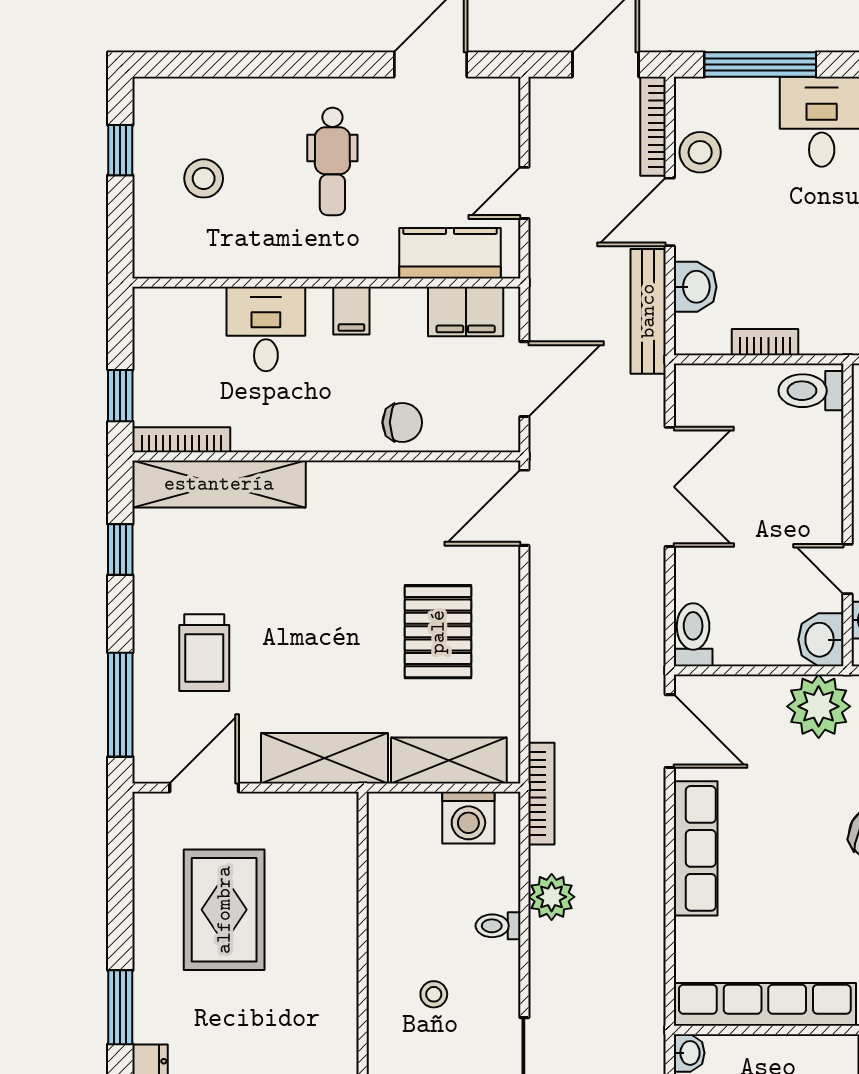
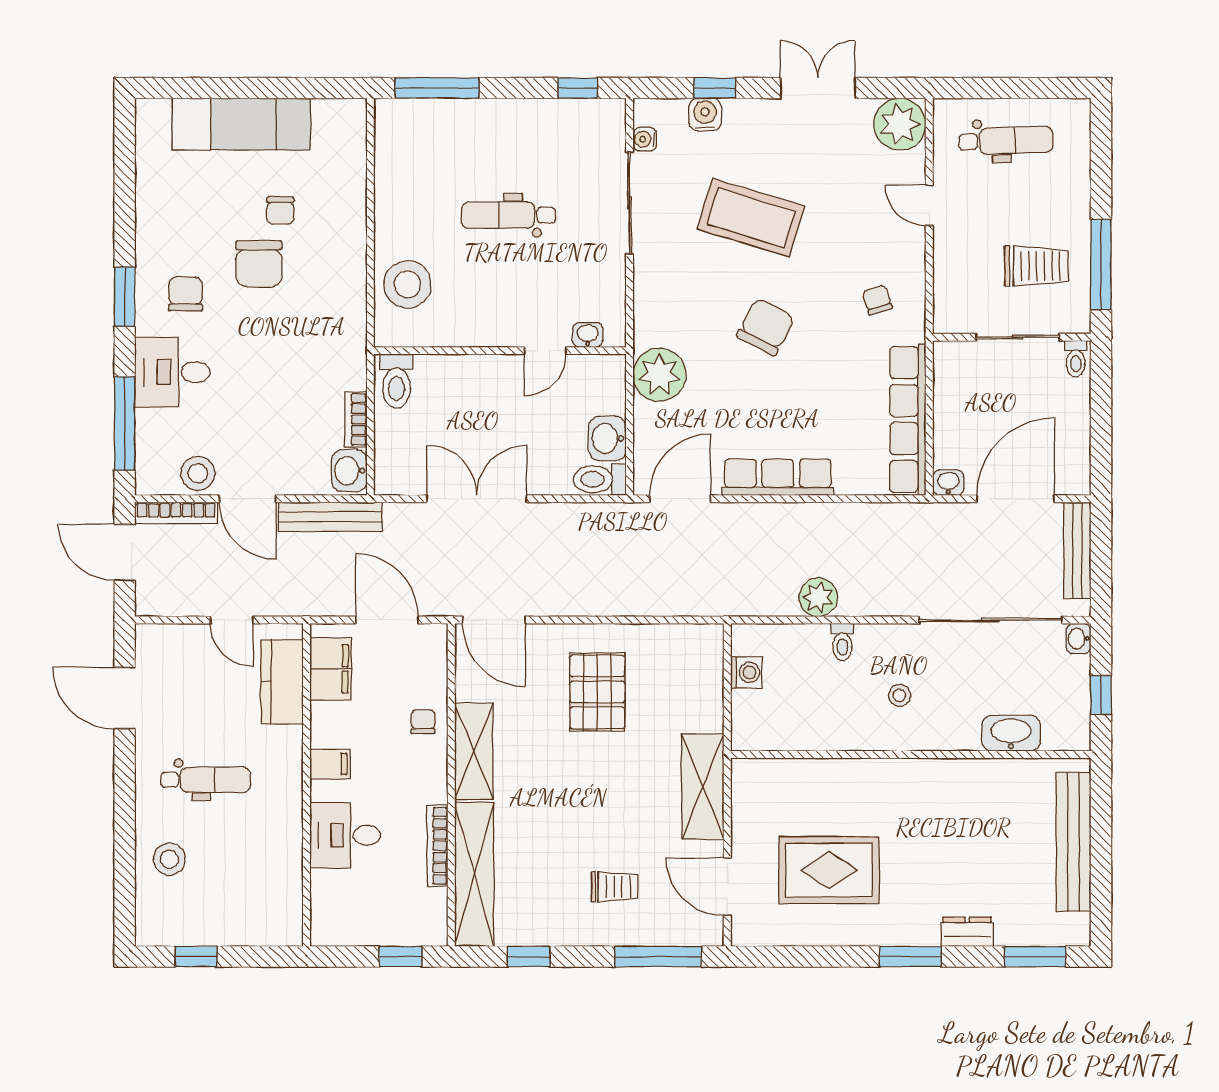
stool: (204, 178) -> (169, 859), moved
washbasin: (695, 287) -> (349, 471), moved, turned -90
chair: (402, 422) -> (423, 722), width x0.73, depth x0.73
bookcase: (181, 440) -> (437, 846), moved
pallet: (438, 632) -> (597, 692), turned 90
washbasin: (821, 640) -> (607, 438), moved, turned 90
trolley: (204, 653) -> (615, 887), width x0.73, depth x0.72
shelving: (449, 760) -> (474, 751), moved
bookcase: (541, 794) -> (732, 606), removed
washing machine: (468, 818) -> (746, 672), width x0.73, depth x0.73

